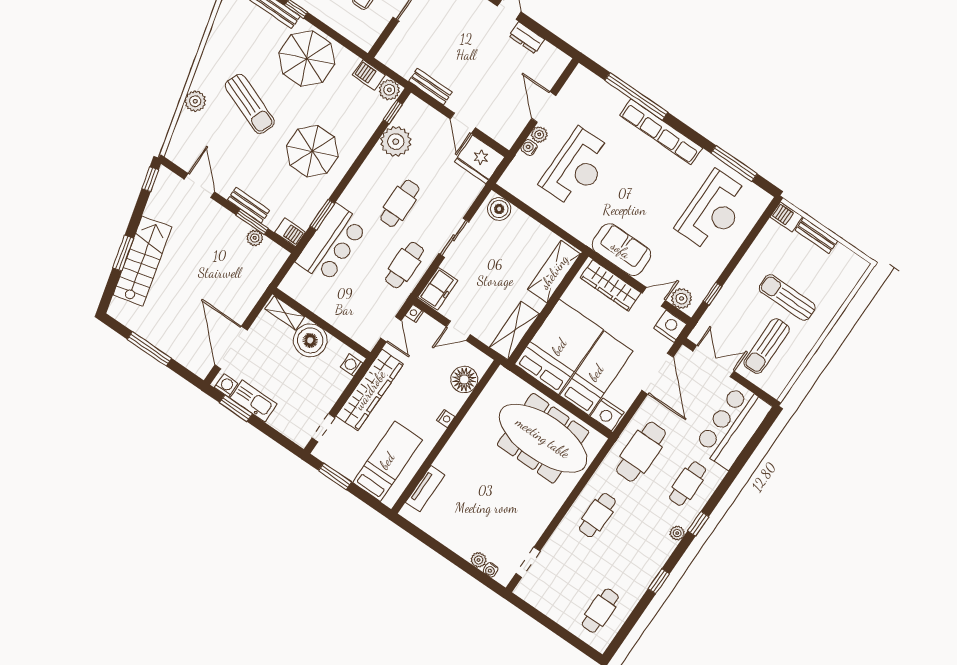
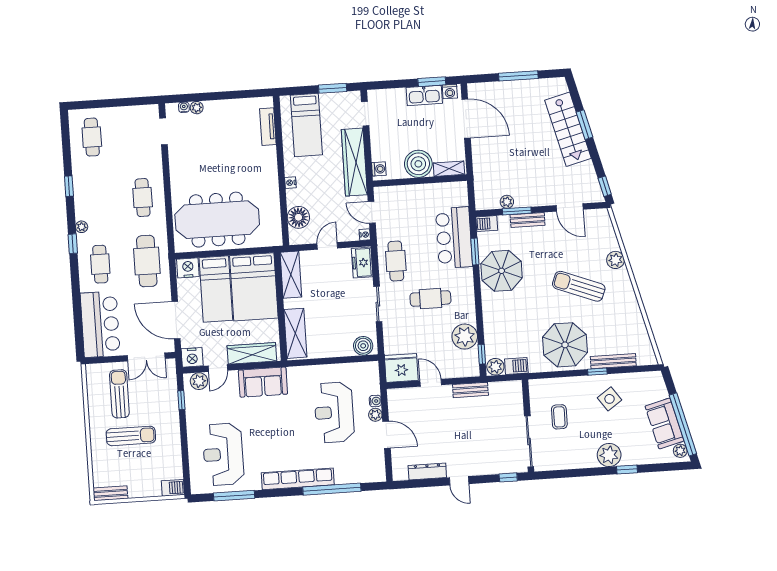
dresser: (527, 38) -> (427, 471), width x1.44
parasol: (312, 151) -> (502, 271), moved
cafe table: (400, 203) -> (430, 299), turned 90
bench: (816, 236) -> (110, 493), moved

